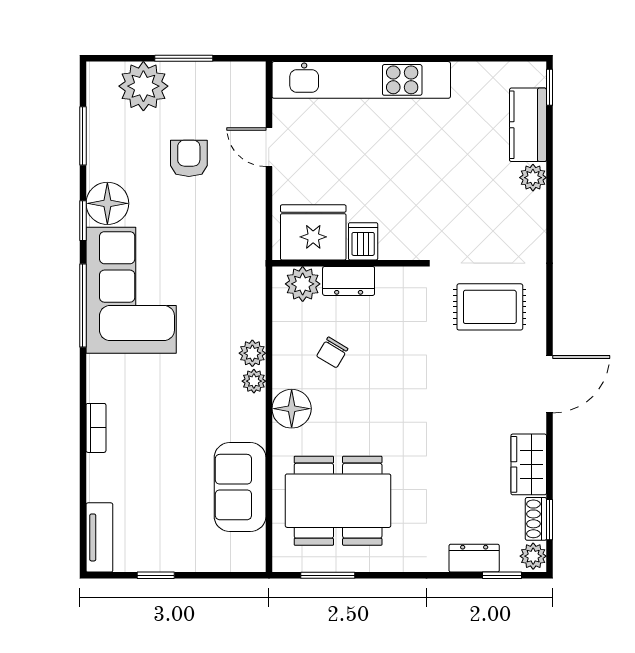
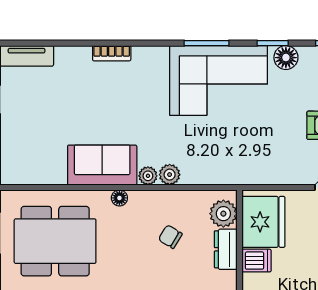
floor lamp: (107, 203) -> (286, 58), width x0.73, depth x0.73
window: (83, 306) -> (207, 43), width x0.69
floor lamp: (292, 409) -> (119, 198), width x0.53, depth x0.53
sofa: (240, 487) -> (102, 165), moved
dining table: (338, 501) -> (55, 241), turned 90

